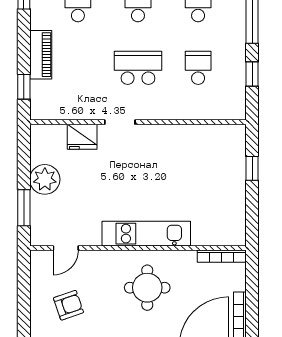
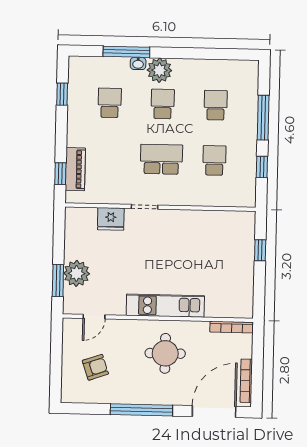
piano: (41, 55) -> (75, 169), moved
plant: (45, 179) -> (77, 273), moved

